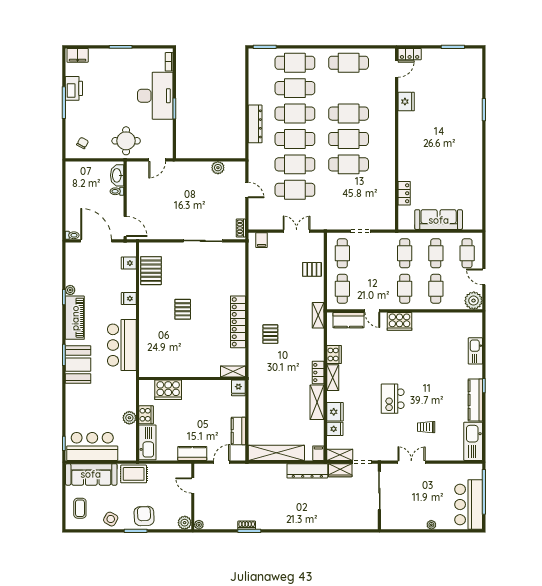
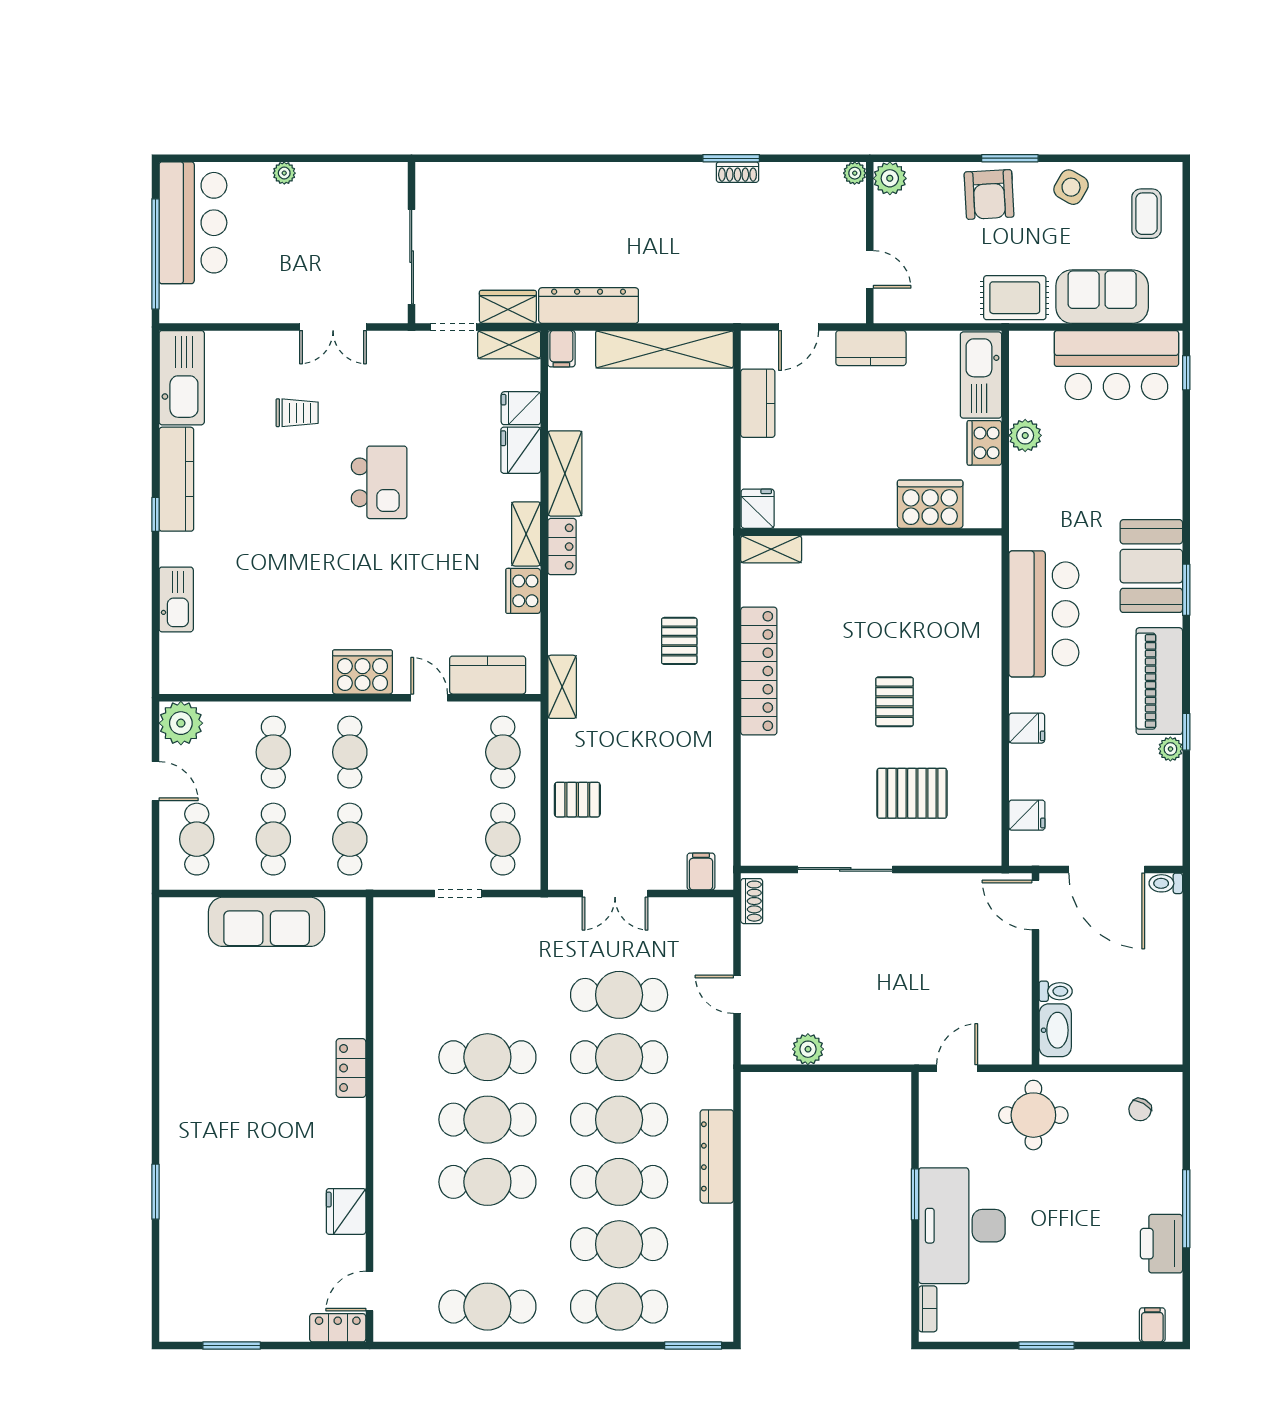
filing cabinet: (78, 55) -> (1152, 1325), width x0.50
locker: (404, 193) -> (351, 1068), moved
pallet: (151, 271) -> (912, 793), moved, turned 90
sofa: (91, 474) -> (1102, 297), width x0.73

